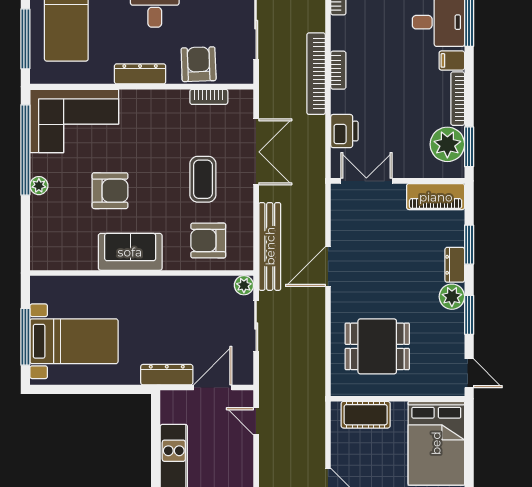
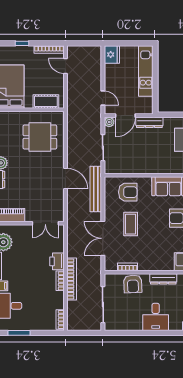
printer: (344, 131) -> (57, 261), moved
door: (328, 266) -> (65, 179), hinge flipped
plant: (244, 285) -> (109, 122), moved

